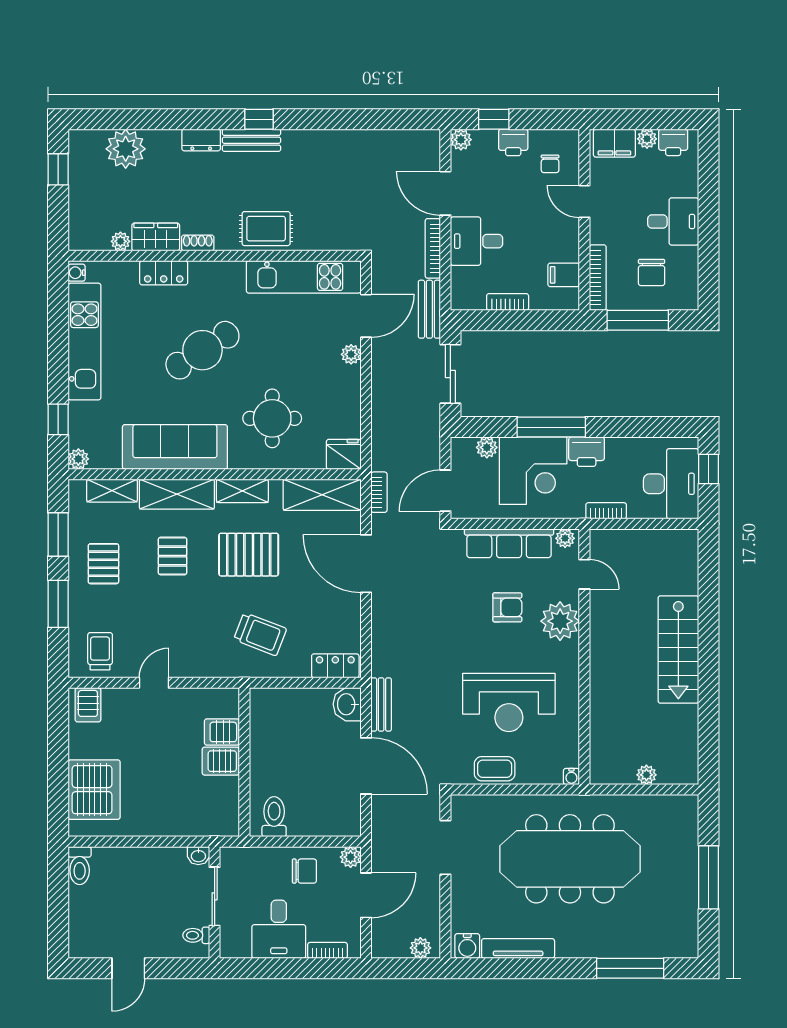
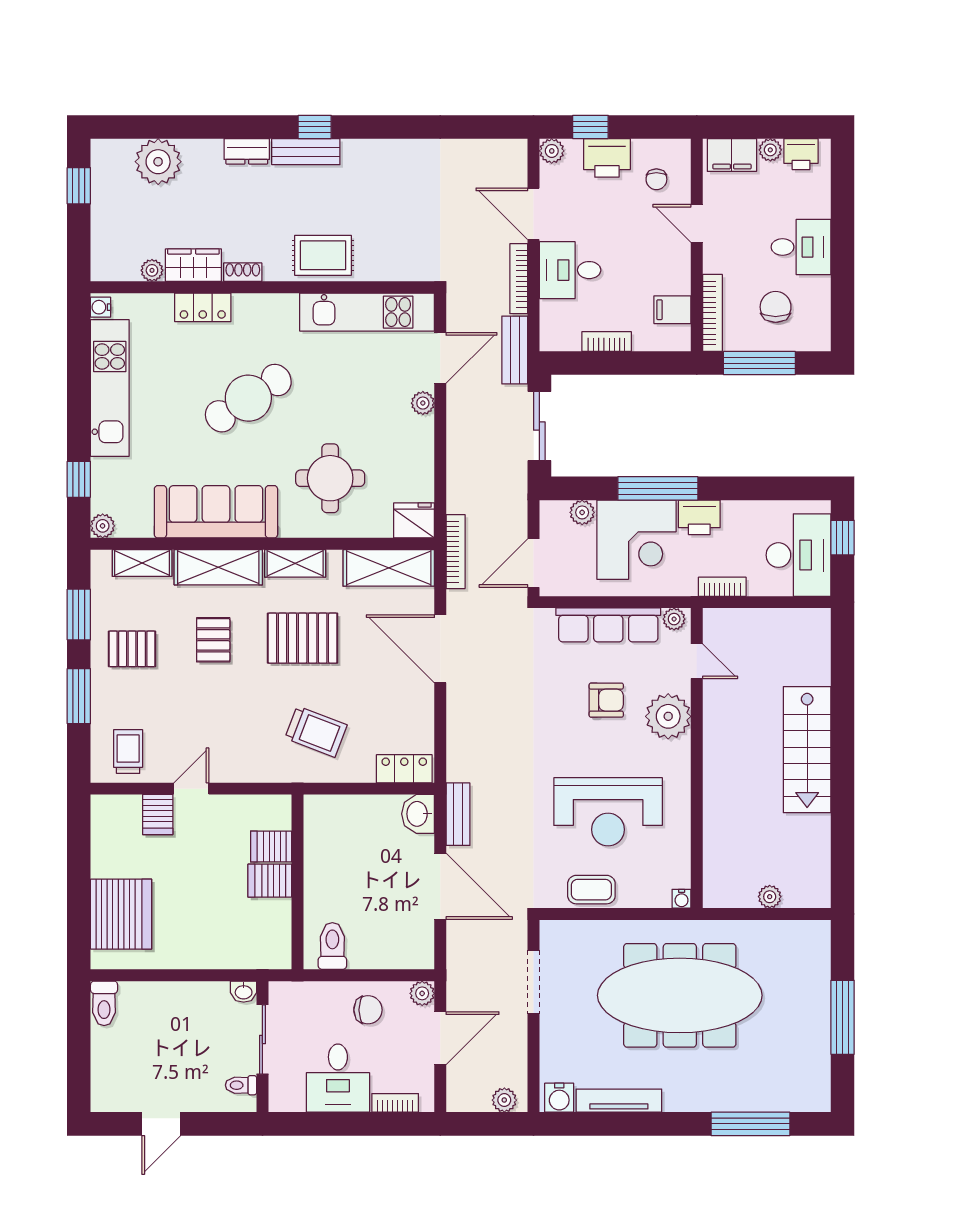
printer: (513, 142) -> (607, 158), width x1.36, depth x1.24
chair: (652, 272) -> (776, 307), turned 180
bookcase: (379, 492) -> (456, 552), width x1.56
pallet: (103, 564) -> (132, 649), turned 90
server rack: (88, 705) -> (158, 815), moved

